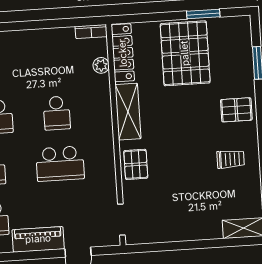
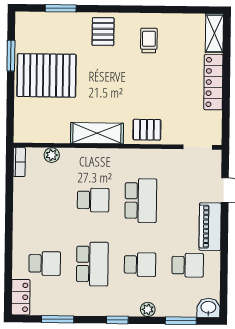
locker: (123, 53) -> (213, 82), moved, turned -90

